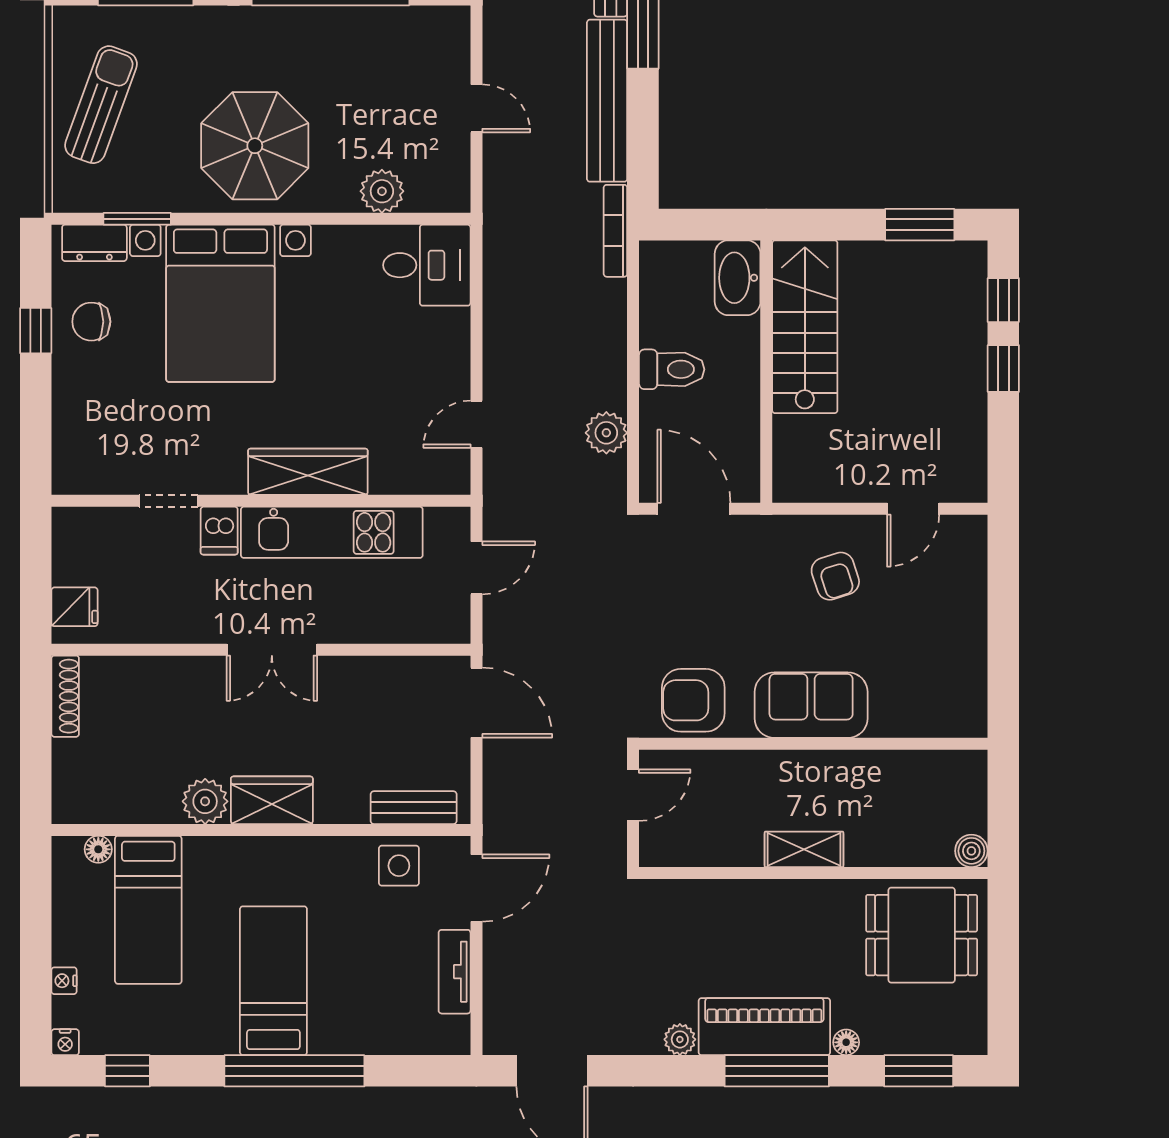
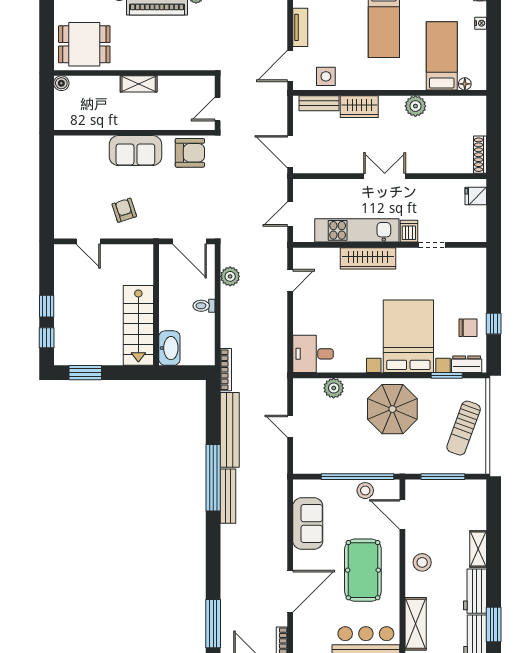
toilet: (672, 369) -> (204, 306), width x0.73, depth x0.72
door: (913, 509) -> (88, 241), swing flipped
wardrobe: (272, 800) -> (359, 107), moved

